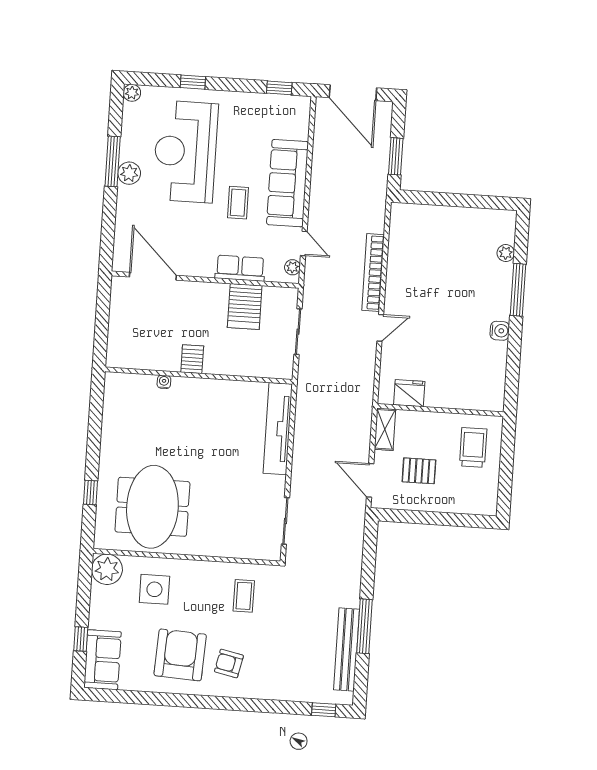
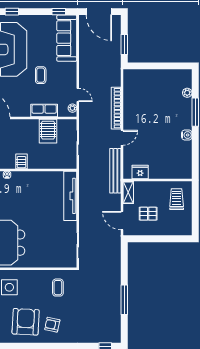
sofa: (288, 183) -> (67, 38), moved
bench: (347, 649) -> (115, 171), moved

